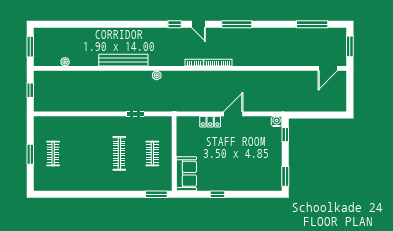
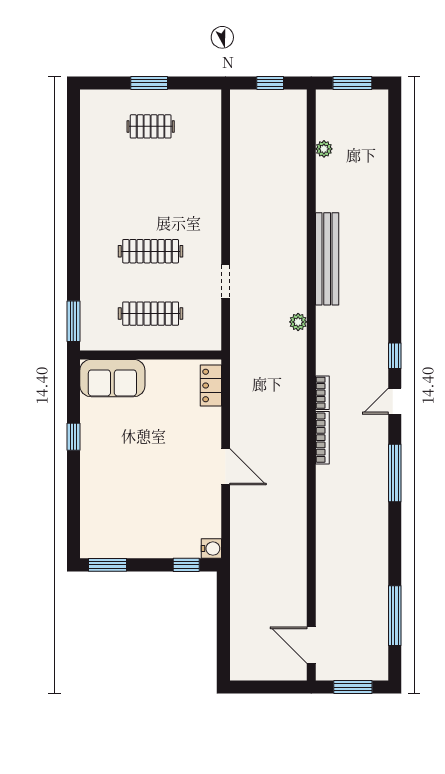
locker: (210, 122) -> (211, 385), moved
clothes rail: (152, 153) -> (151, 314), width x1.36

